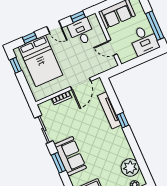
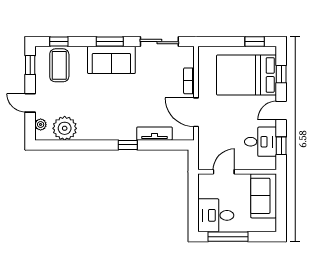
tv unit: (109, 110) -> (154, 134), width x0.71

